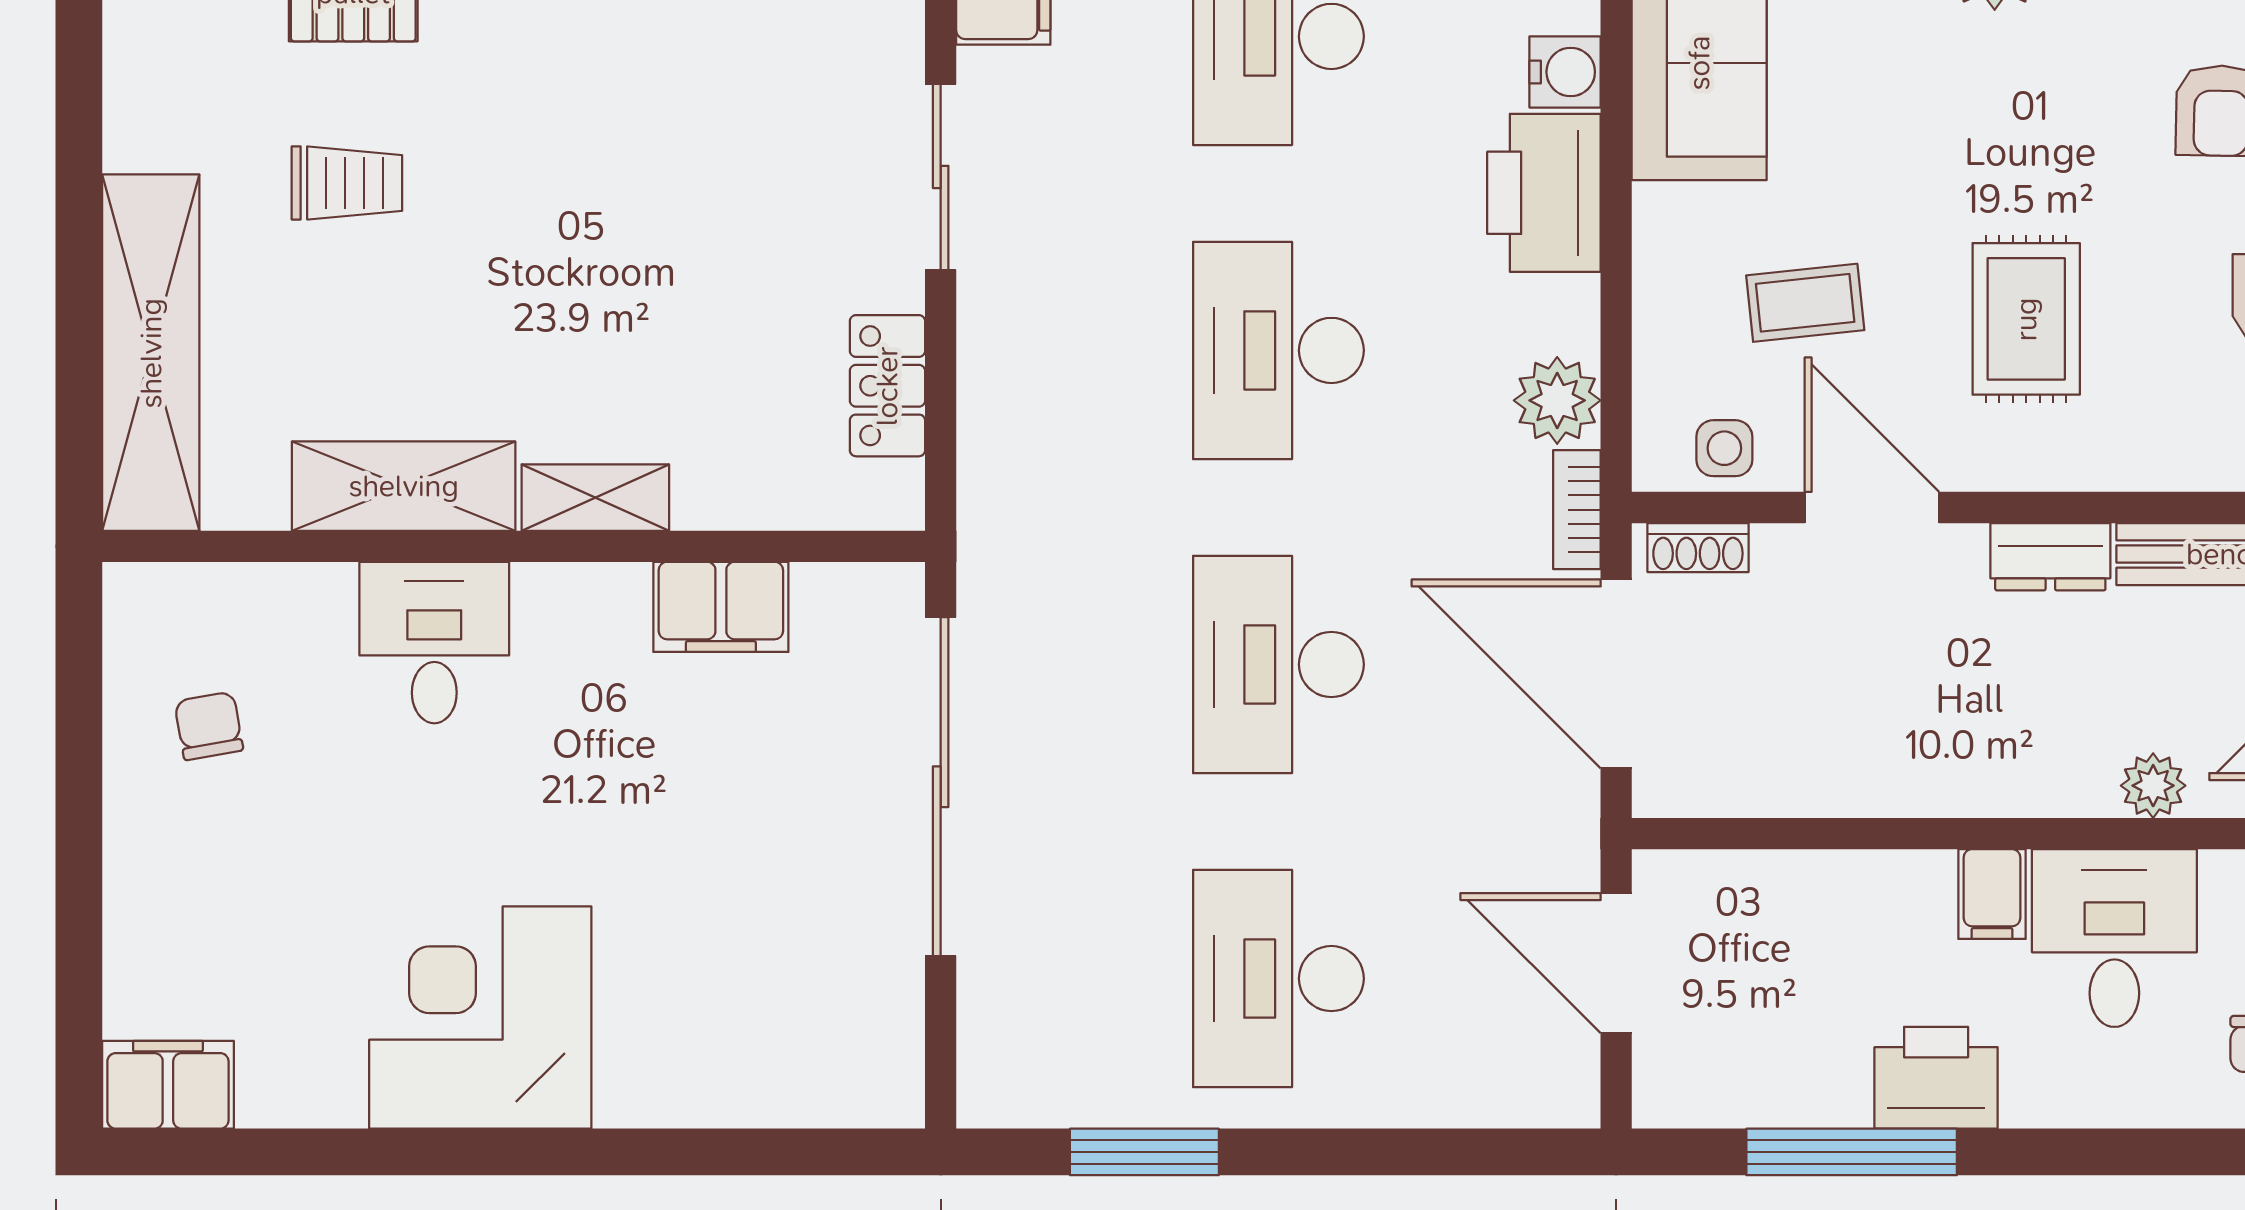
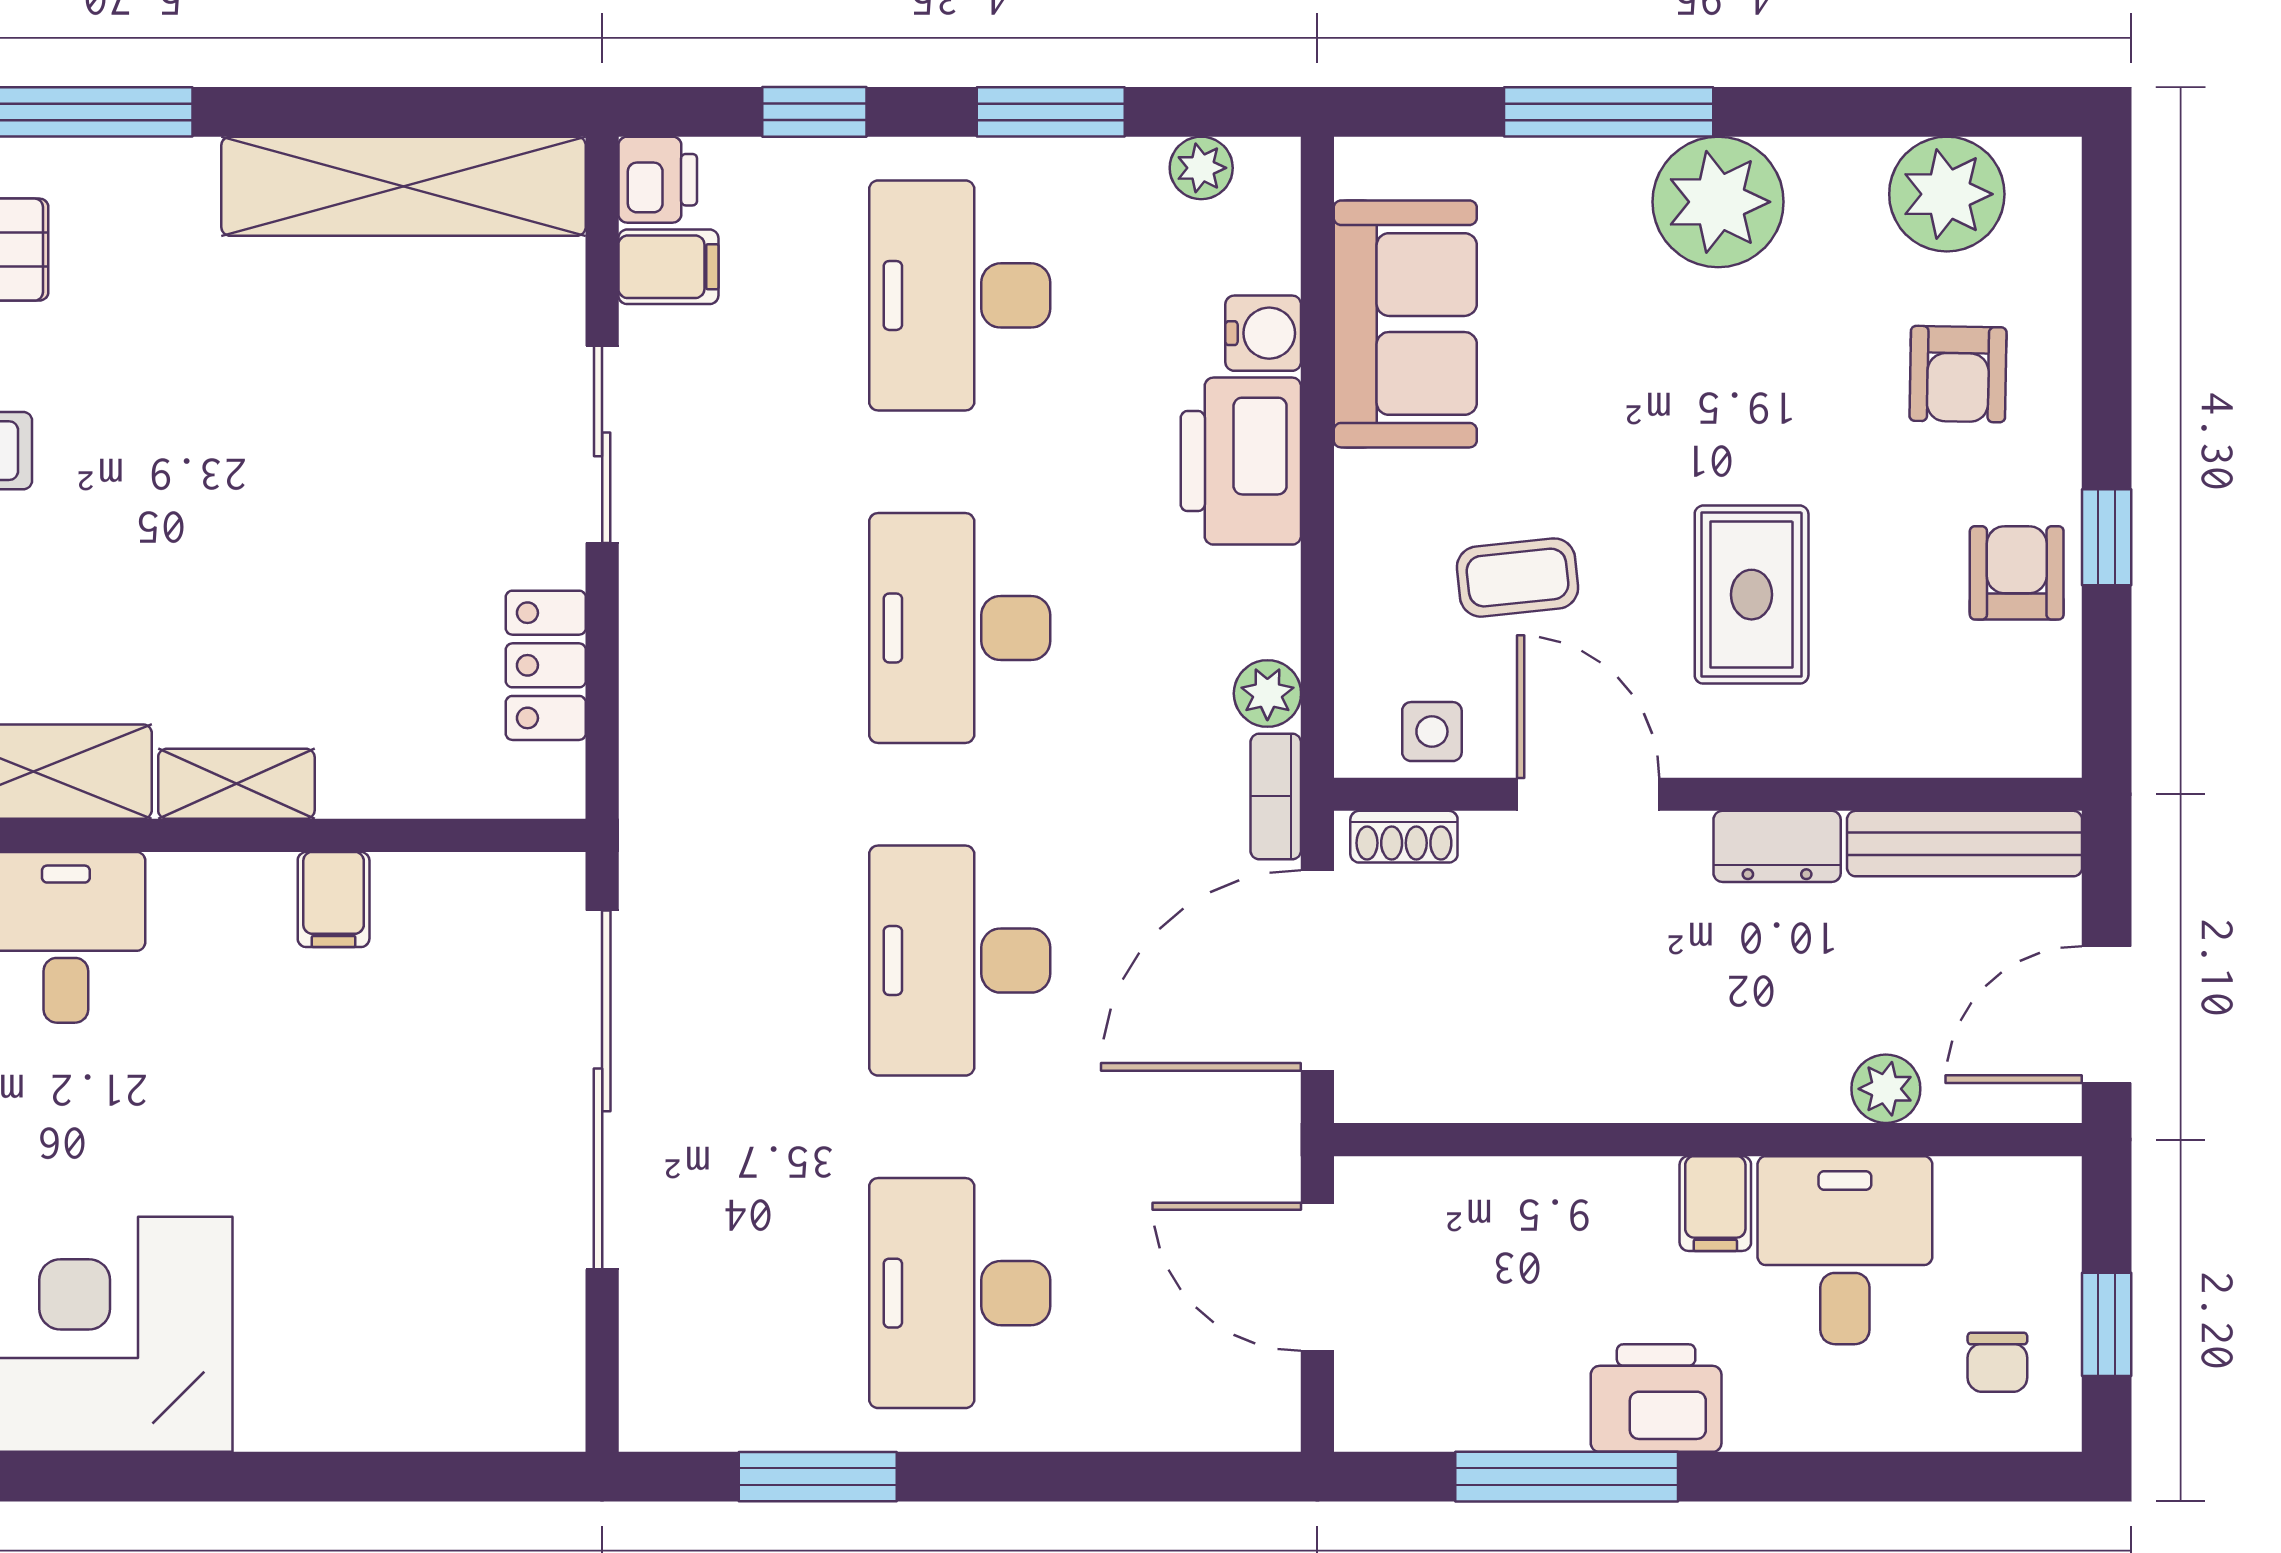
plant: (1557, 400) -> (1267, 693), width x0.73, depth x0.73
filing cabinet: (721, 607) -> (334, 900), width x0.50
door: (1616, 674) -> (1317, 971), hinge flipped

